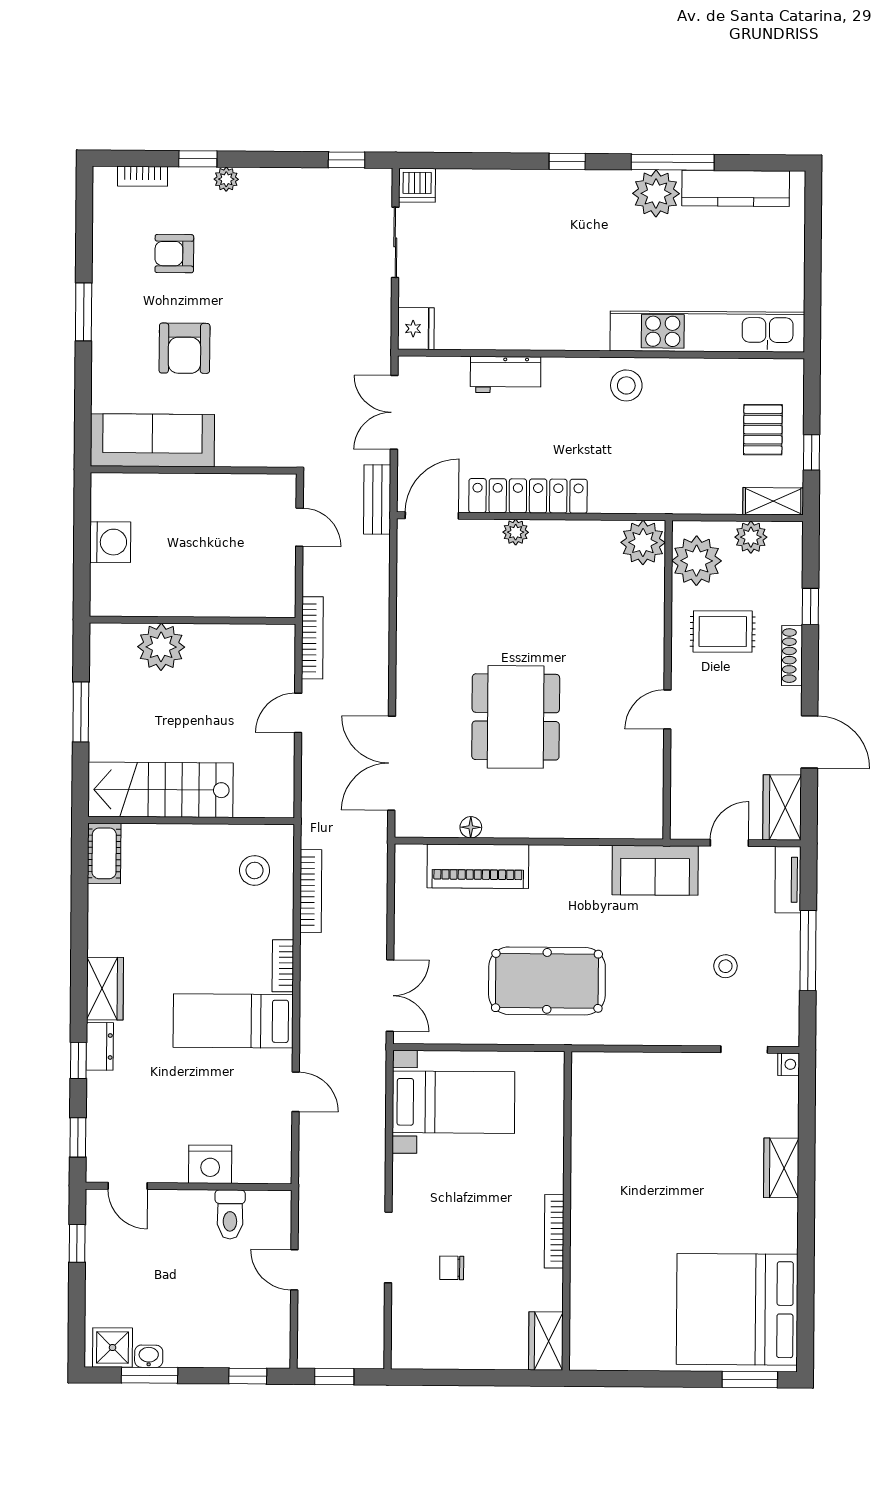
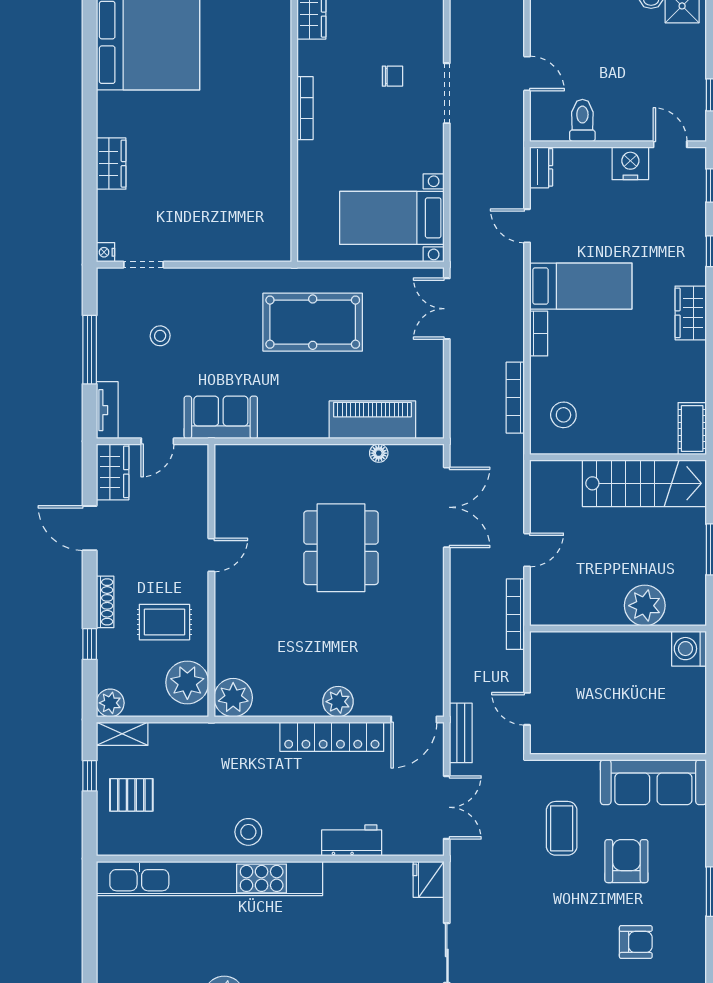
kitchen unit: (707, 332) -> (210, 878), width x1.36
coffee table: (260, 387) -> (562, 828), added
pallet: (763, 430) -> (131, 795), turned 90
plant: (516, 532) -> (338, 702), width x1.38, depth x1.38
plant: (751, 537) -> (110, 703), moved
washing machine: (110, 542) -> (689, 649), moved
dresser: (100, 1046) -> (541, 167), moved, turned 180
nightstand: (210, 1164) -> (630, 163), moved

